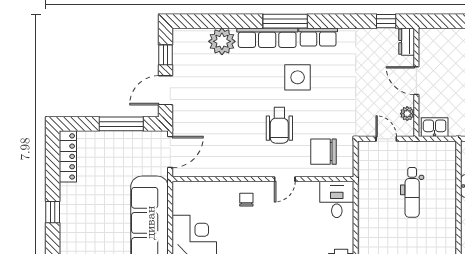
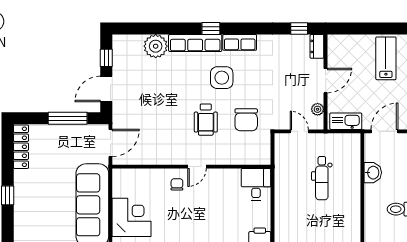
window: (285, 21) -> (211, 28), width x0.46
door: (416, 81) -> (326, 81), swing flipped
kitchen sink: (435, 127) -> (346, 121), width x1.38
chair: (324, 152) -> (246, 120), moved, turned -90
door: (285, 179) -> (197, 167), moved

